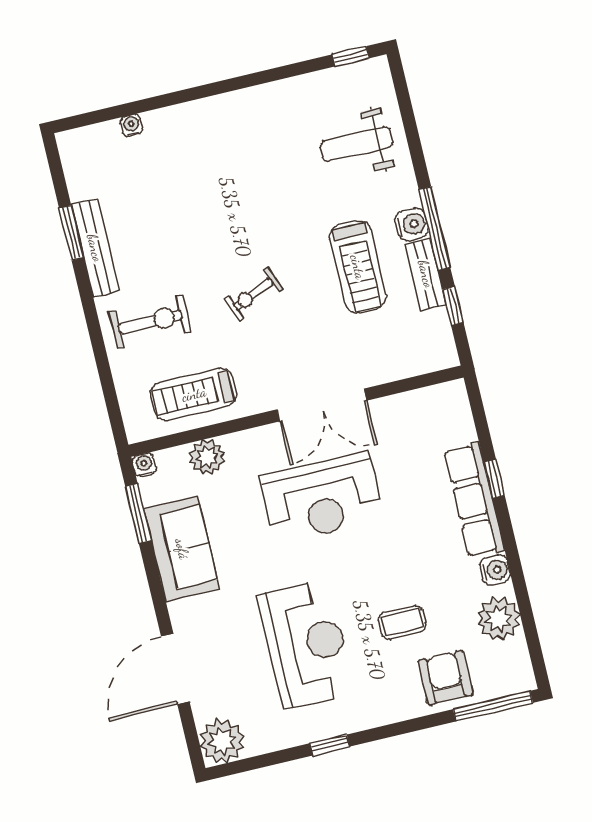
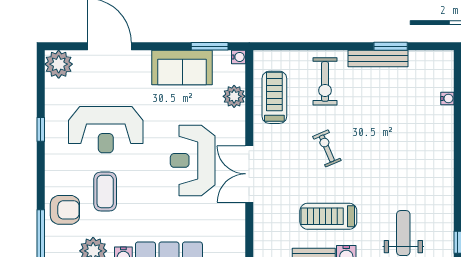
coffee table: (402, 622) -> (105, 192), width x1.36, depth x1.30

